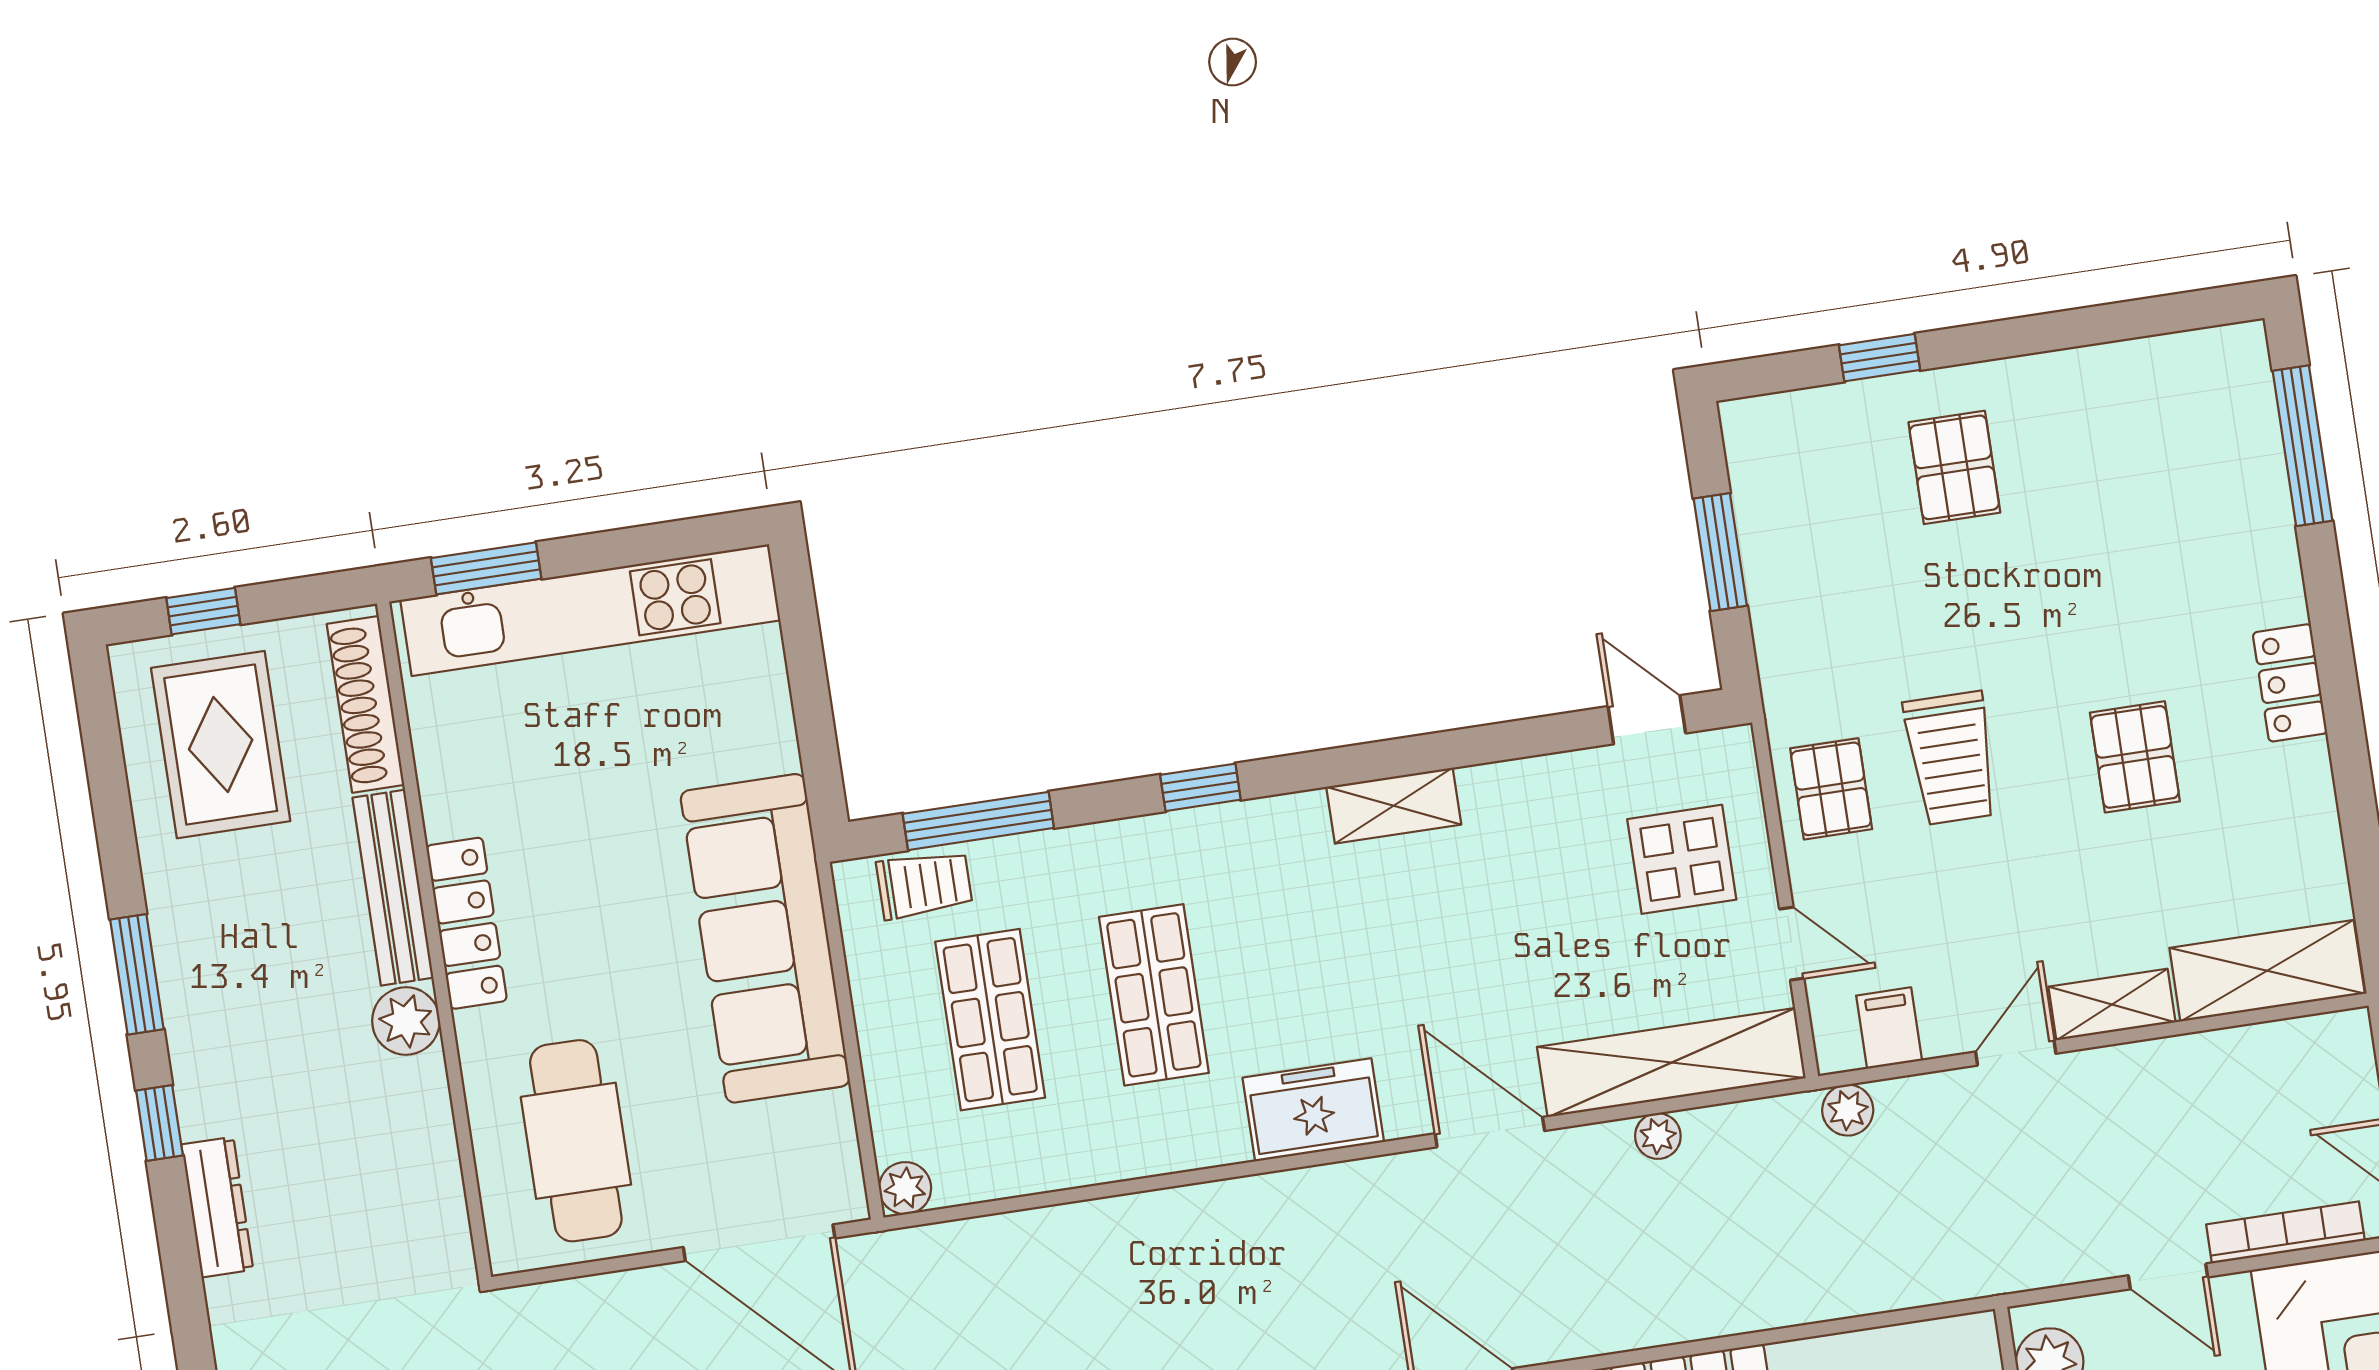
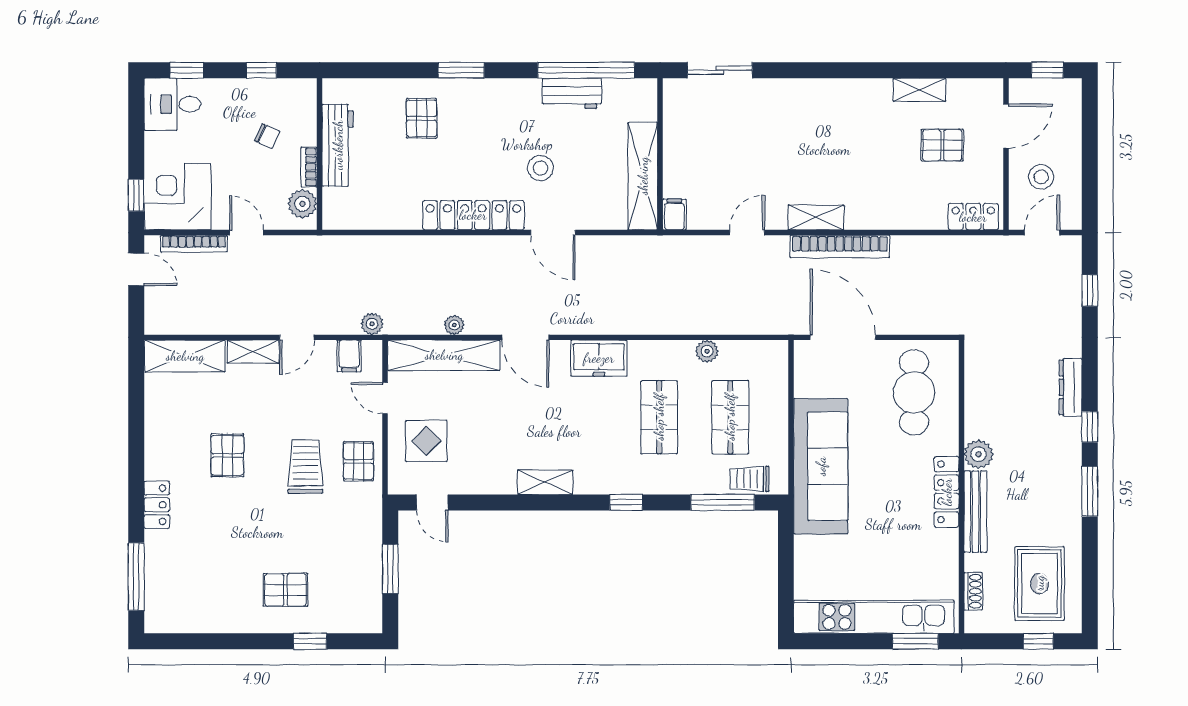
pallet: (1954, 467) -> (285, 590), turned 90
locker: (2290, 683) -> (157, 505), moved
shoe rack: (366, 704) -> (973, 591), width x0.51, depth x0.81
plant: (905, 1188) -> (707, 351), moved

